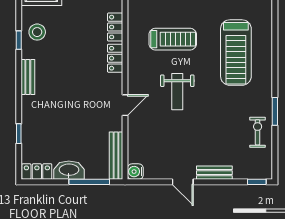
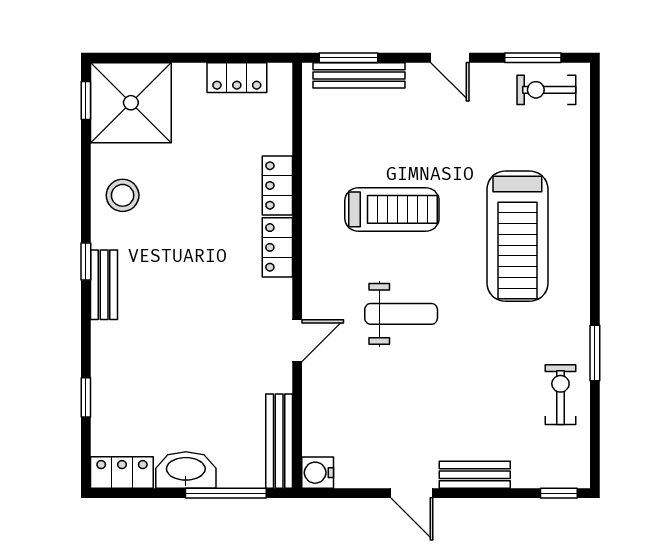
window: (19, 40) -> (86, 261), moved
weight bench: (177, 92) -> (401, 314), turned -90

